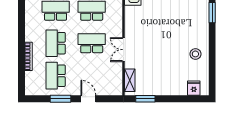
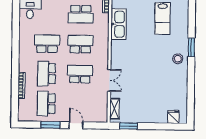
double door: (124, 50) -> (109, 80), swing flipped
stool: (195, 54) -> (178, 59), moved

